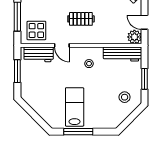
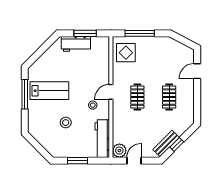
door: (62, 45) -> (111, 92), moved
workbench: (39, 54) -> (76, 44), moved, turned -90
stool: (125, 97) -> (66, 123), moved

